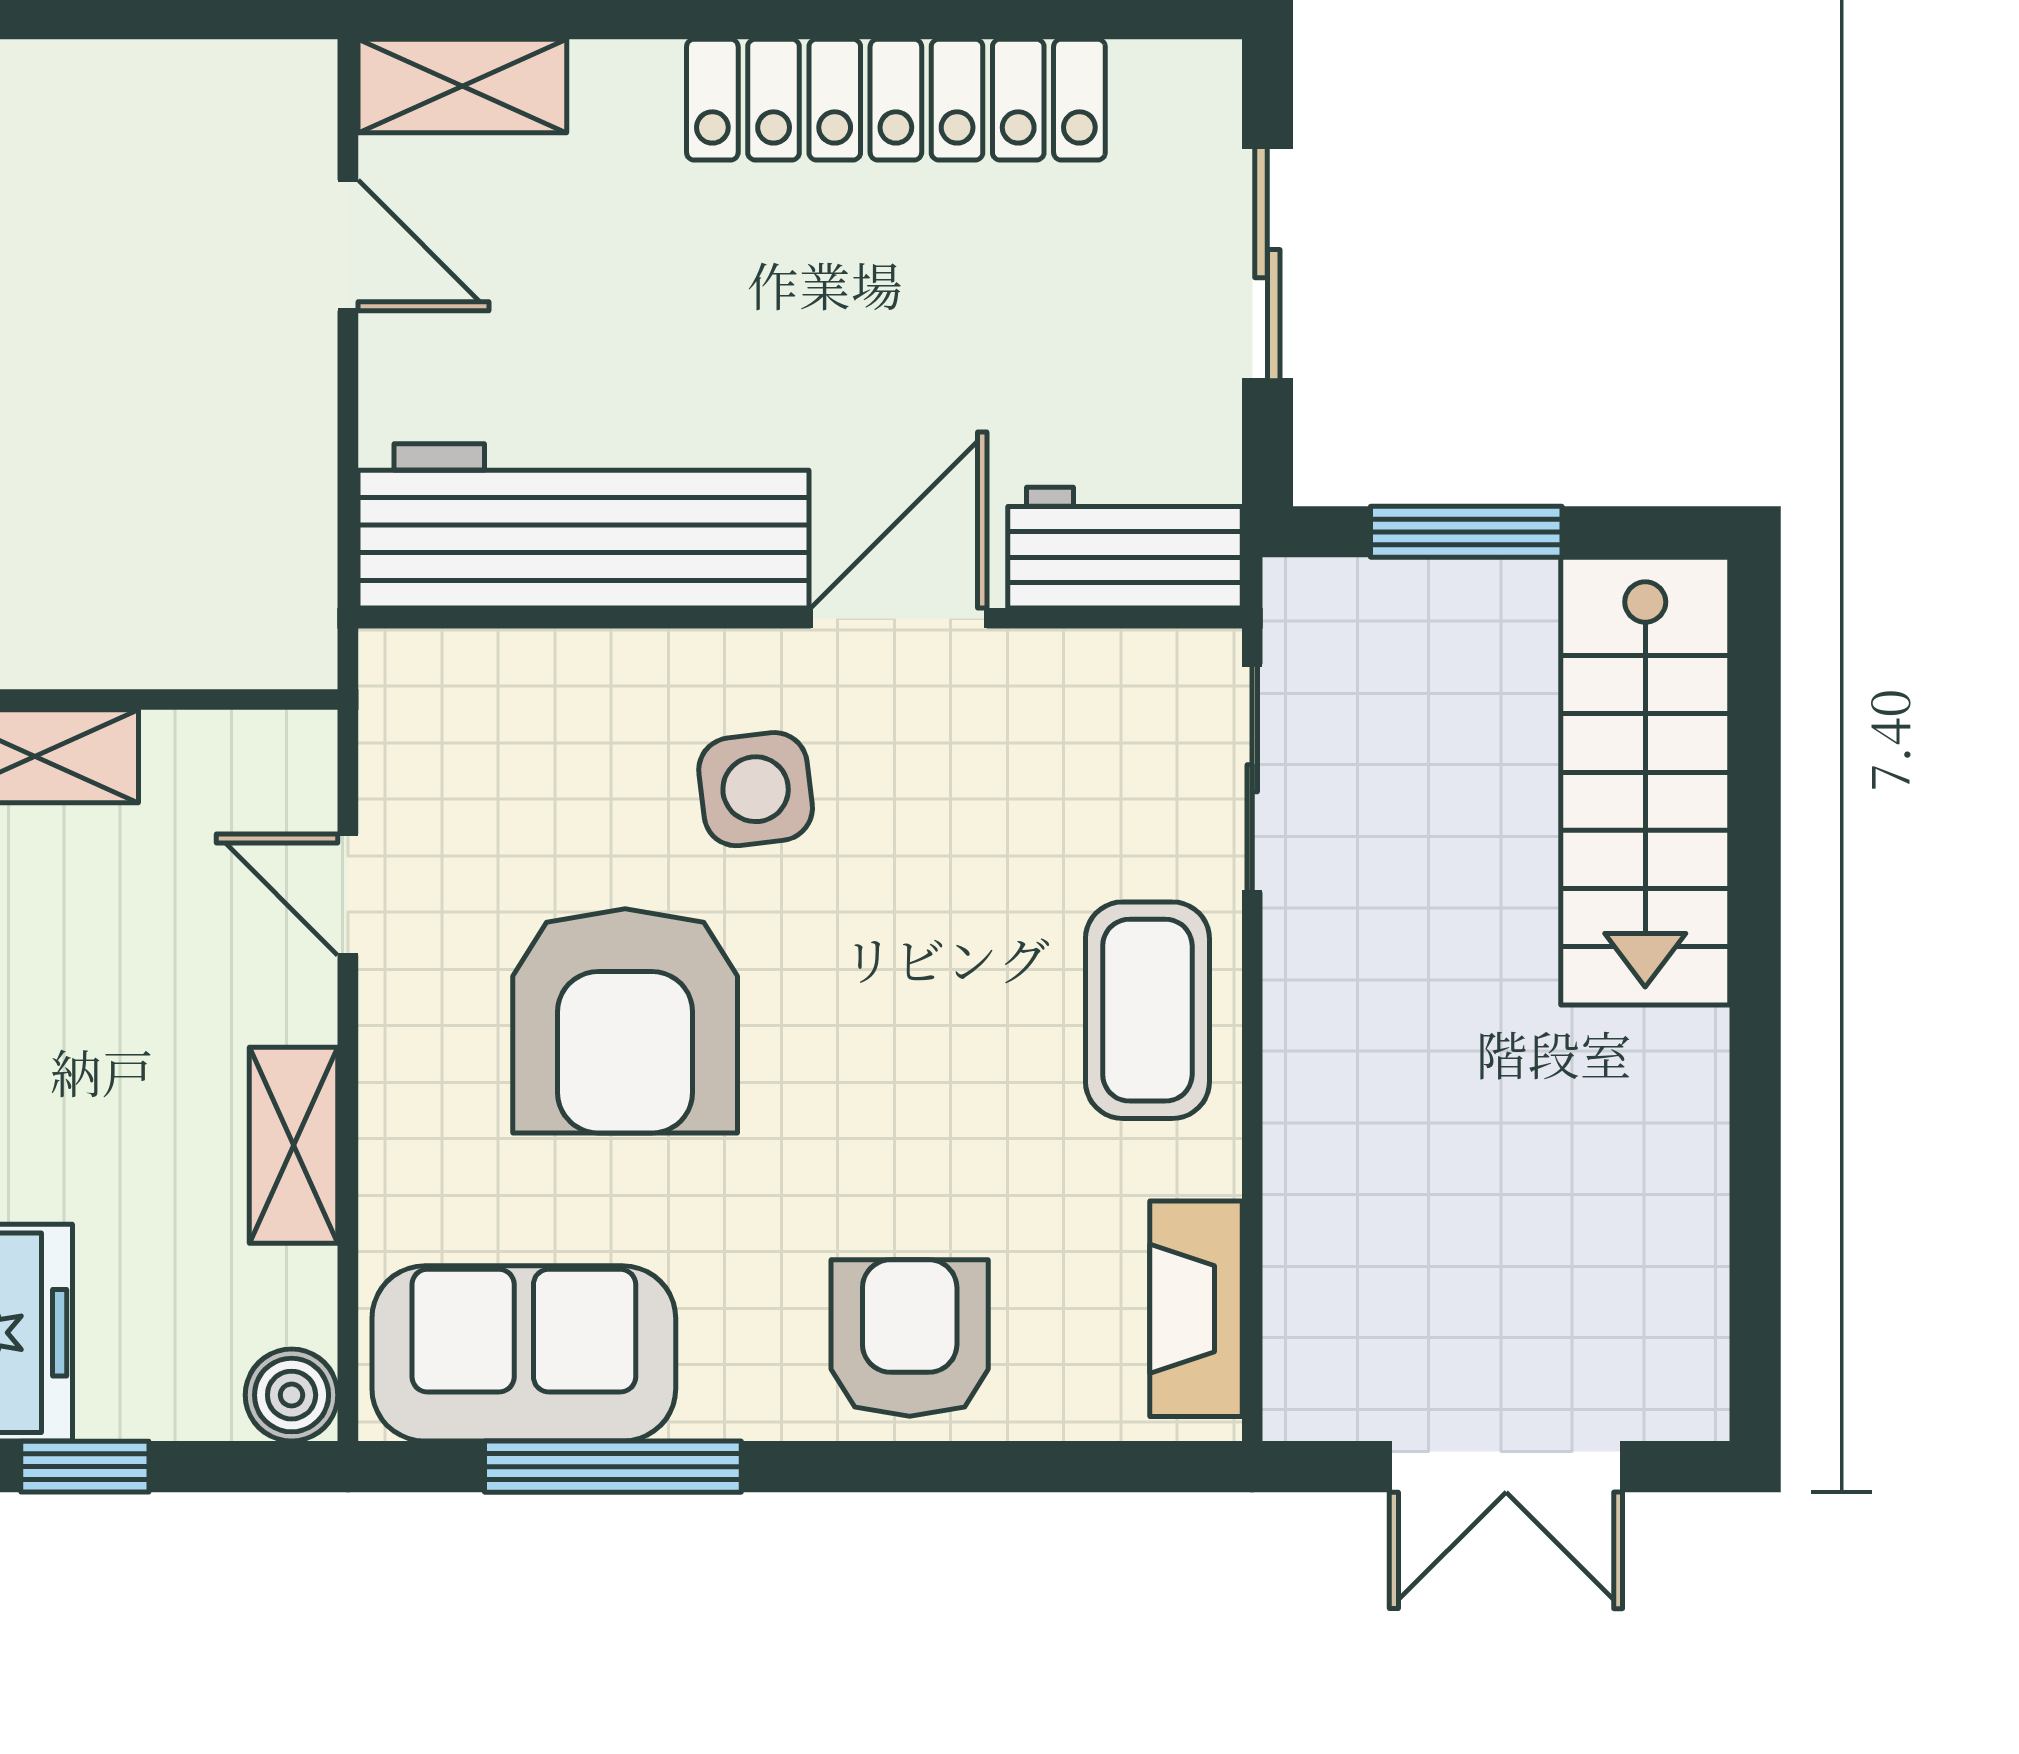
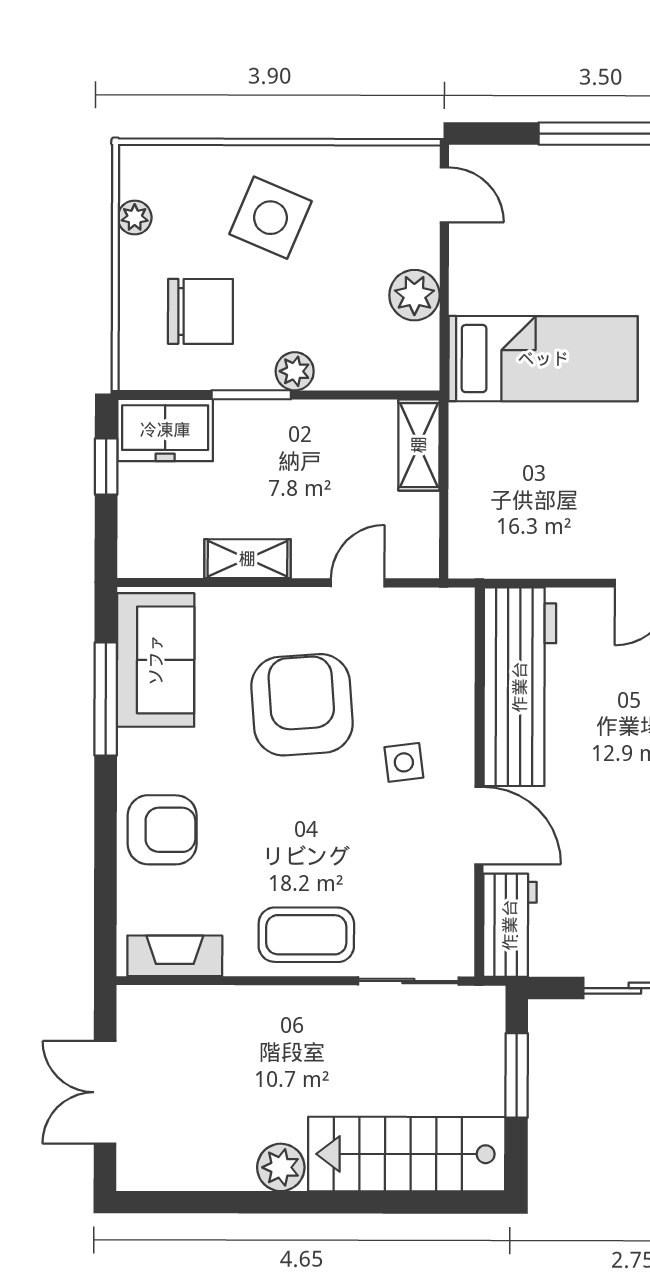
side table: (756, 789) -> (404, 762), width x0.73, depth x0.73
armchair: (625, 1021) -> (302, 705), turned 86
plant: (1676, 1067) -> (281, 1167), added
boiler: (292, 1395) -> (137, 558), removed

